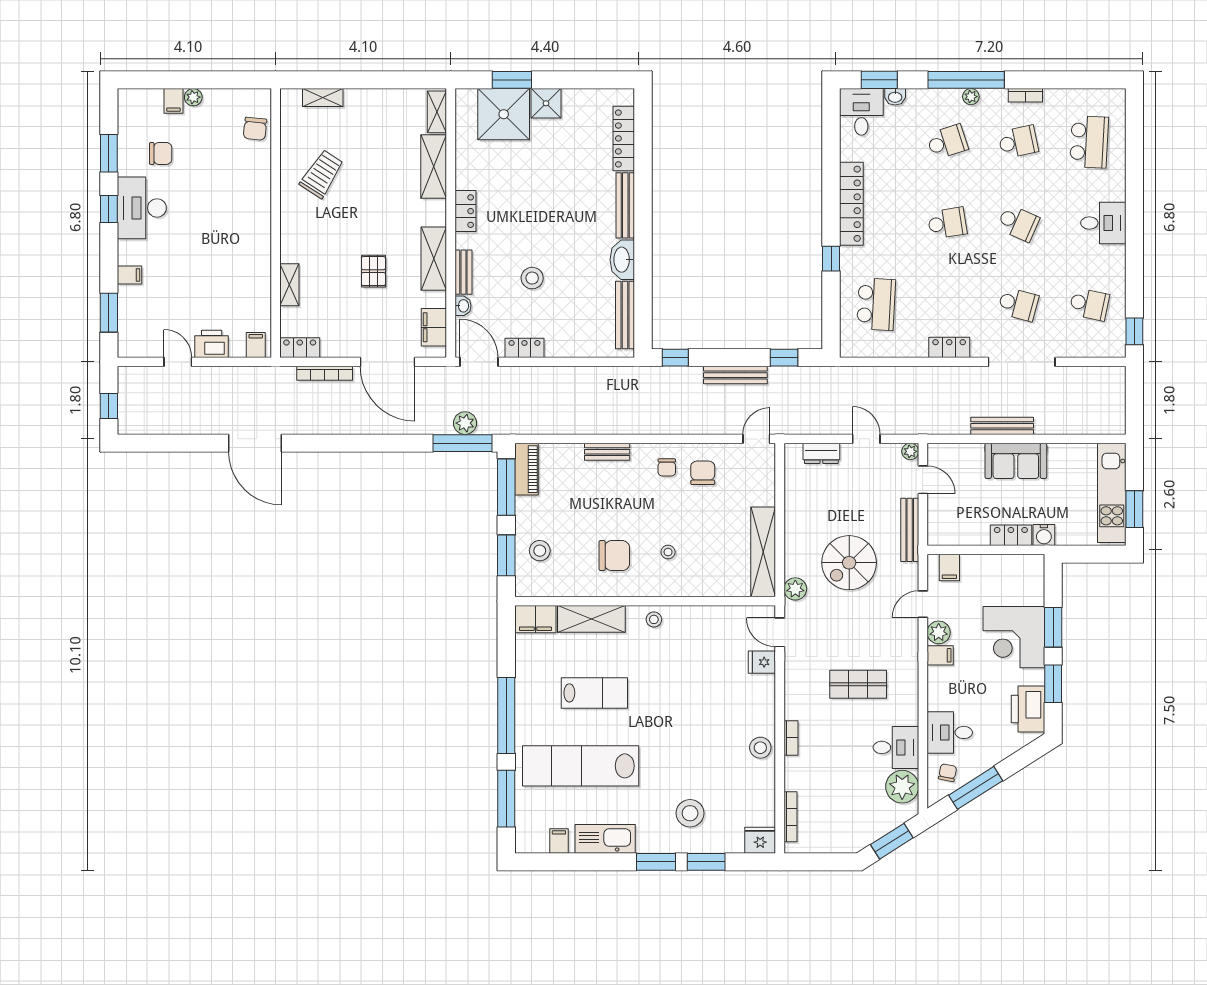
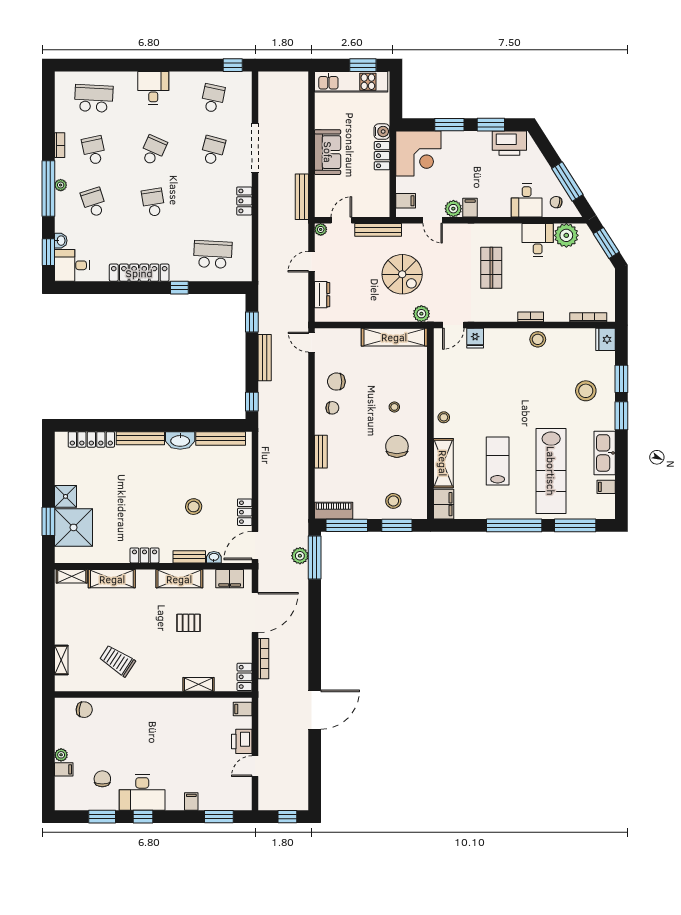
bench: (1002, 426) -> (302, 197), moved
corner desk: (1014, 637) -> (418, 153), moved

